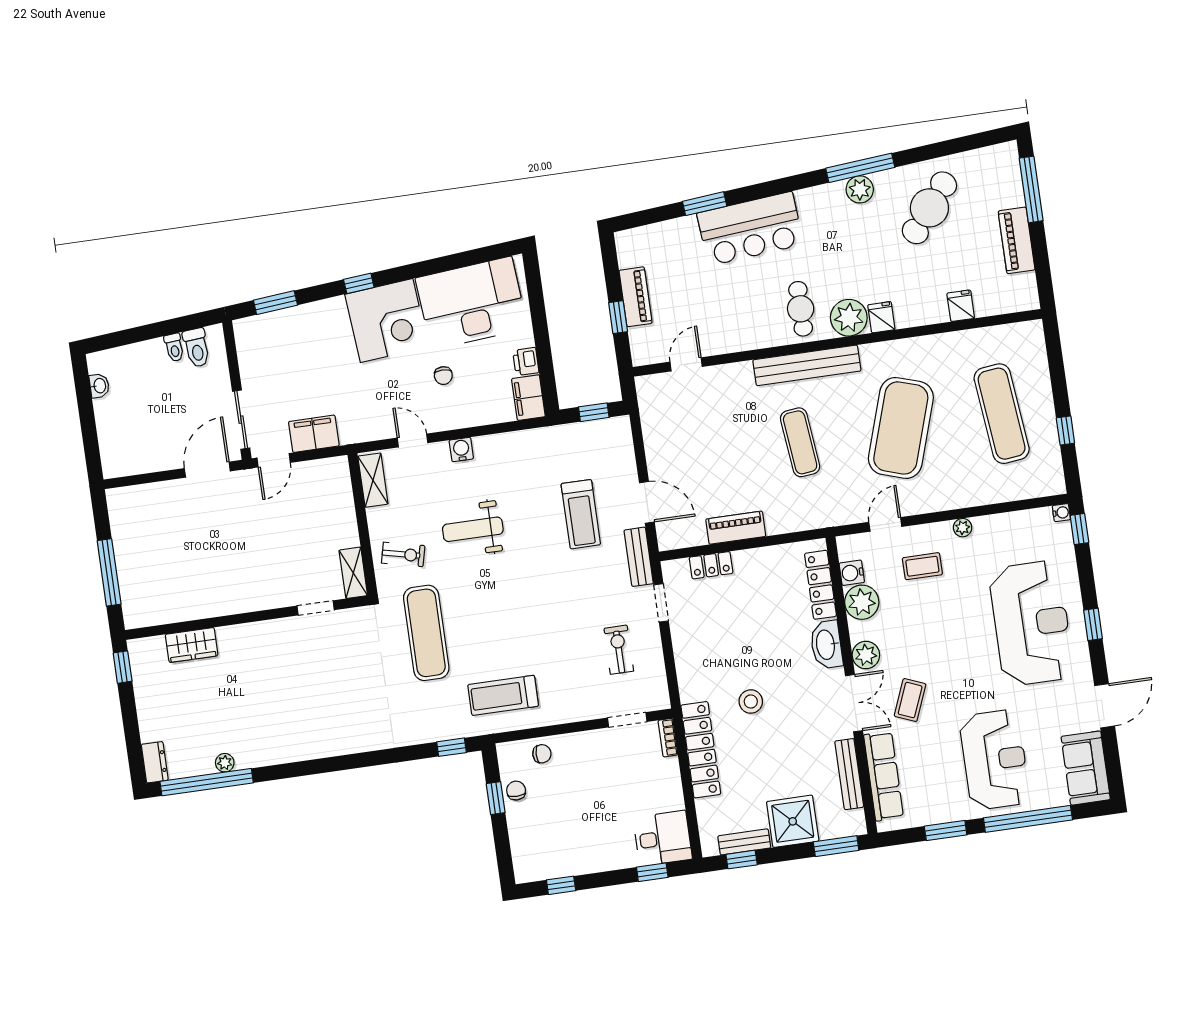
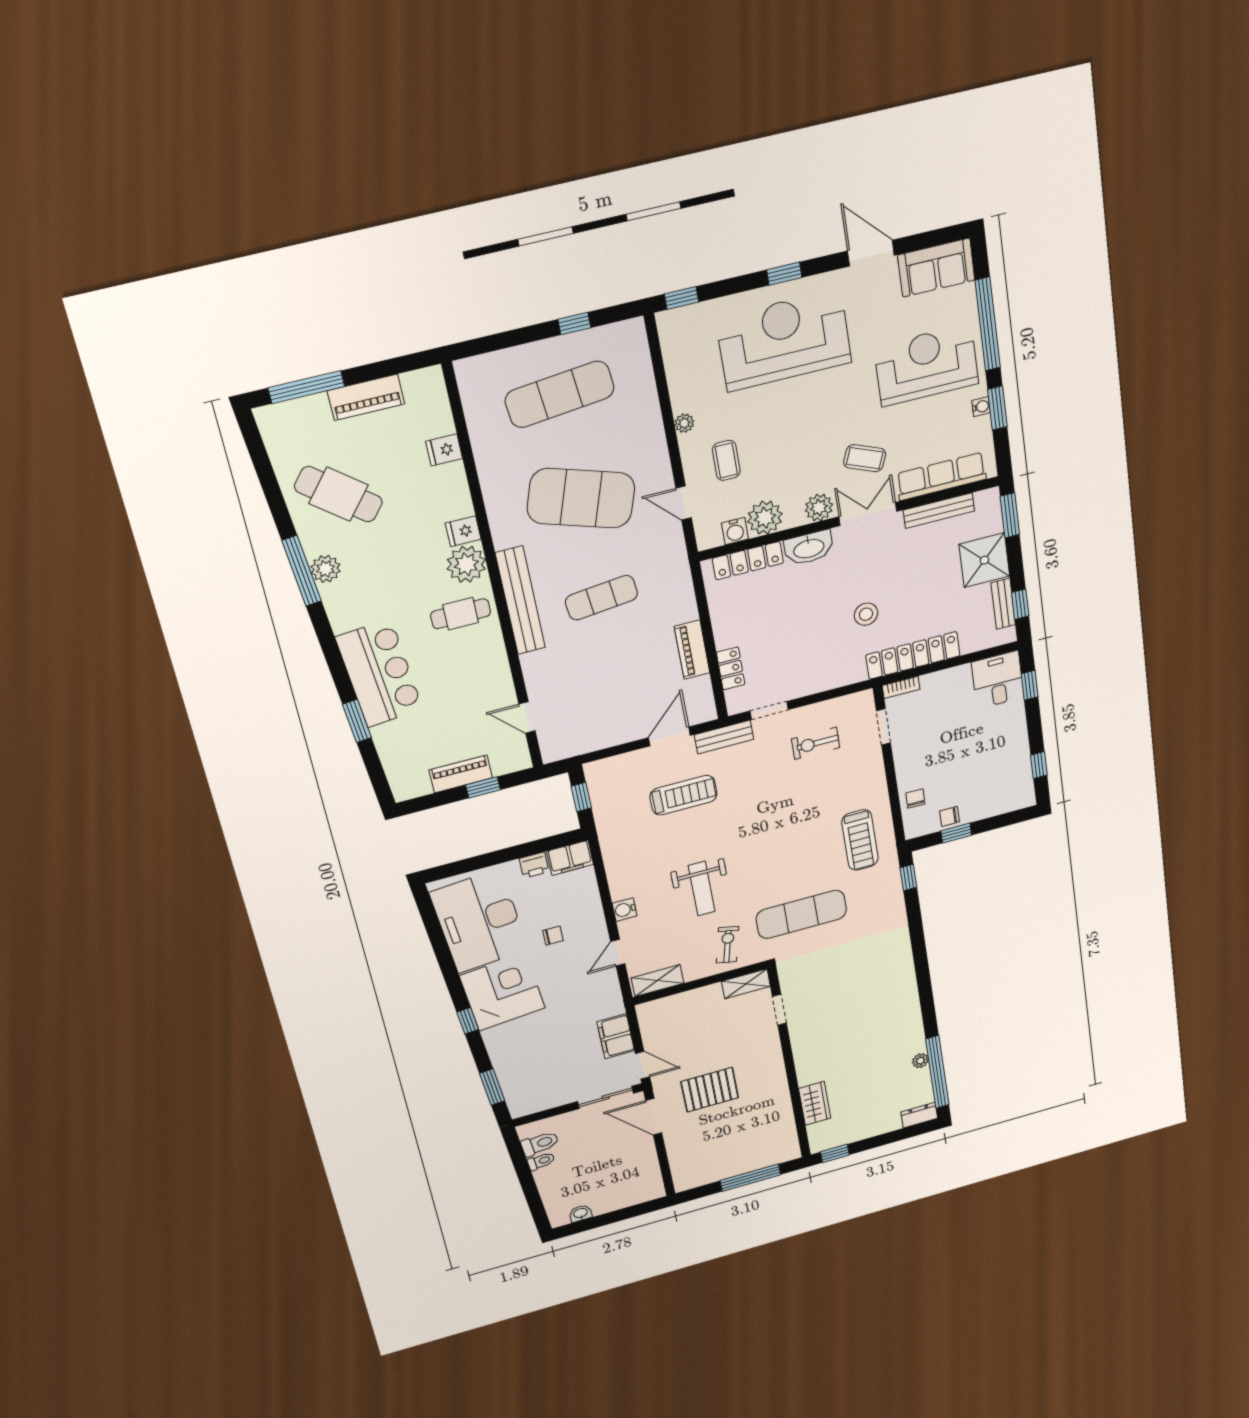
water cooler: (1061, 513) -> (981, 407), moved, turned 90
pallet: (230, 531) -> (710, 1090), added

